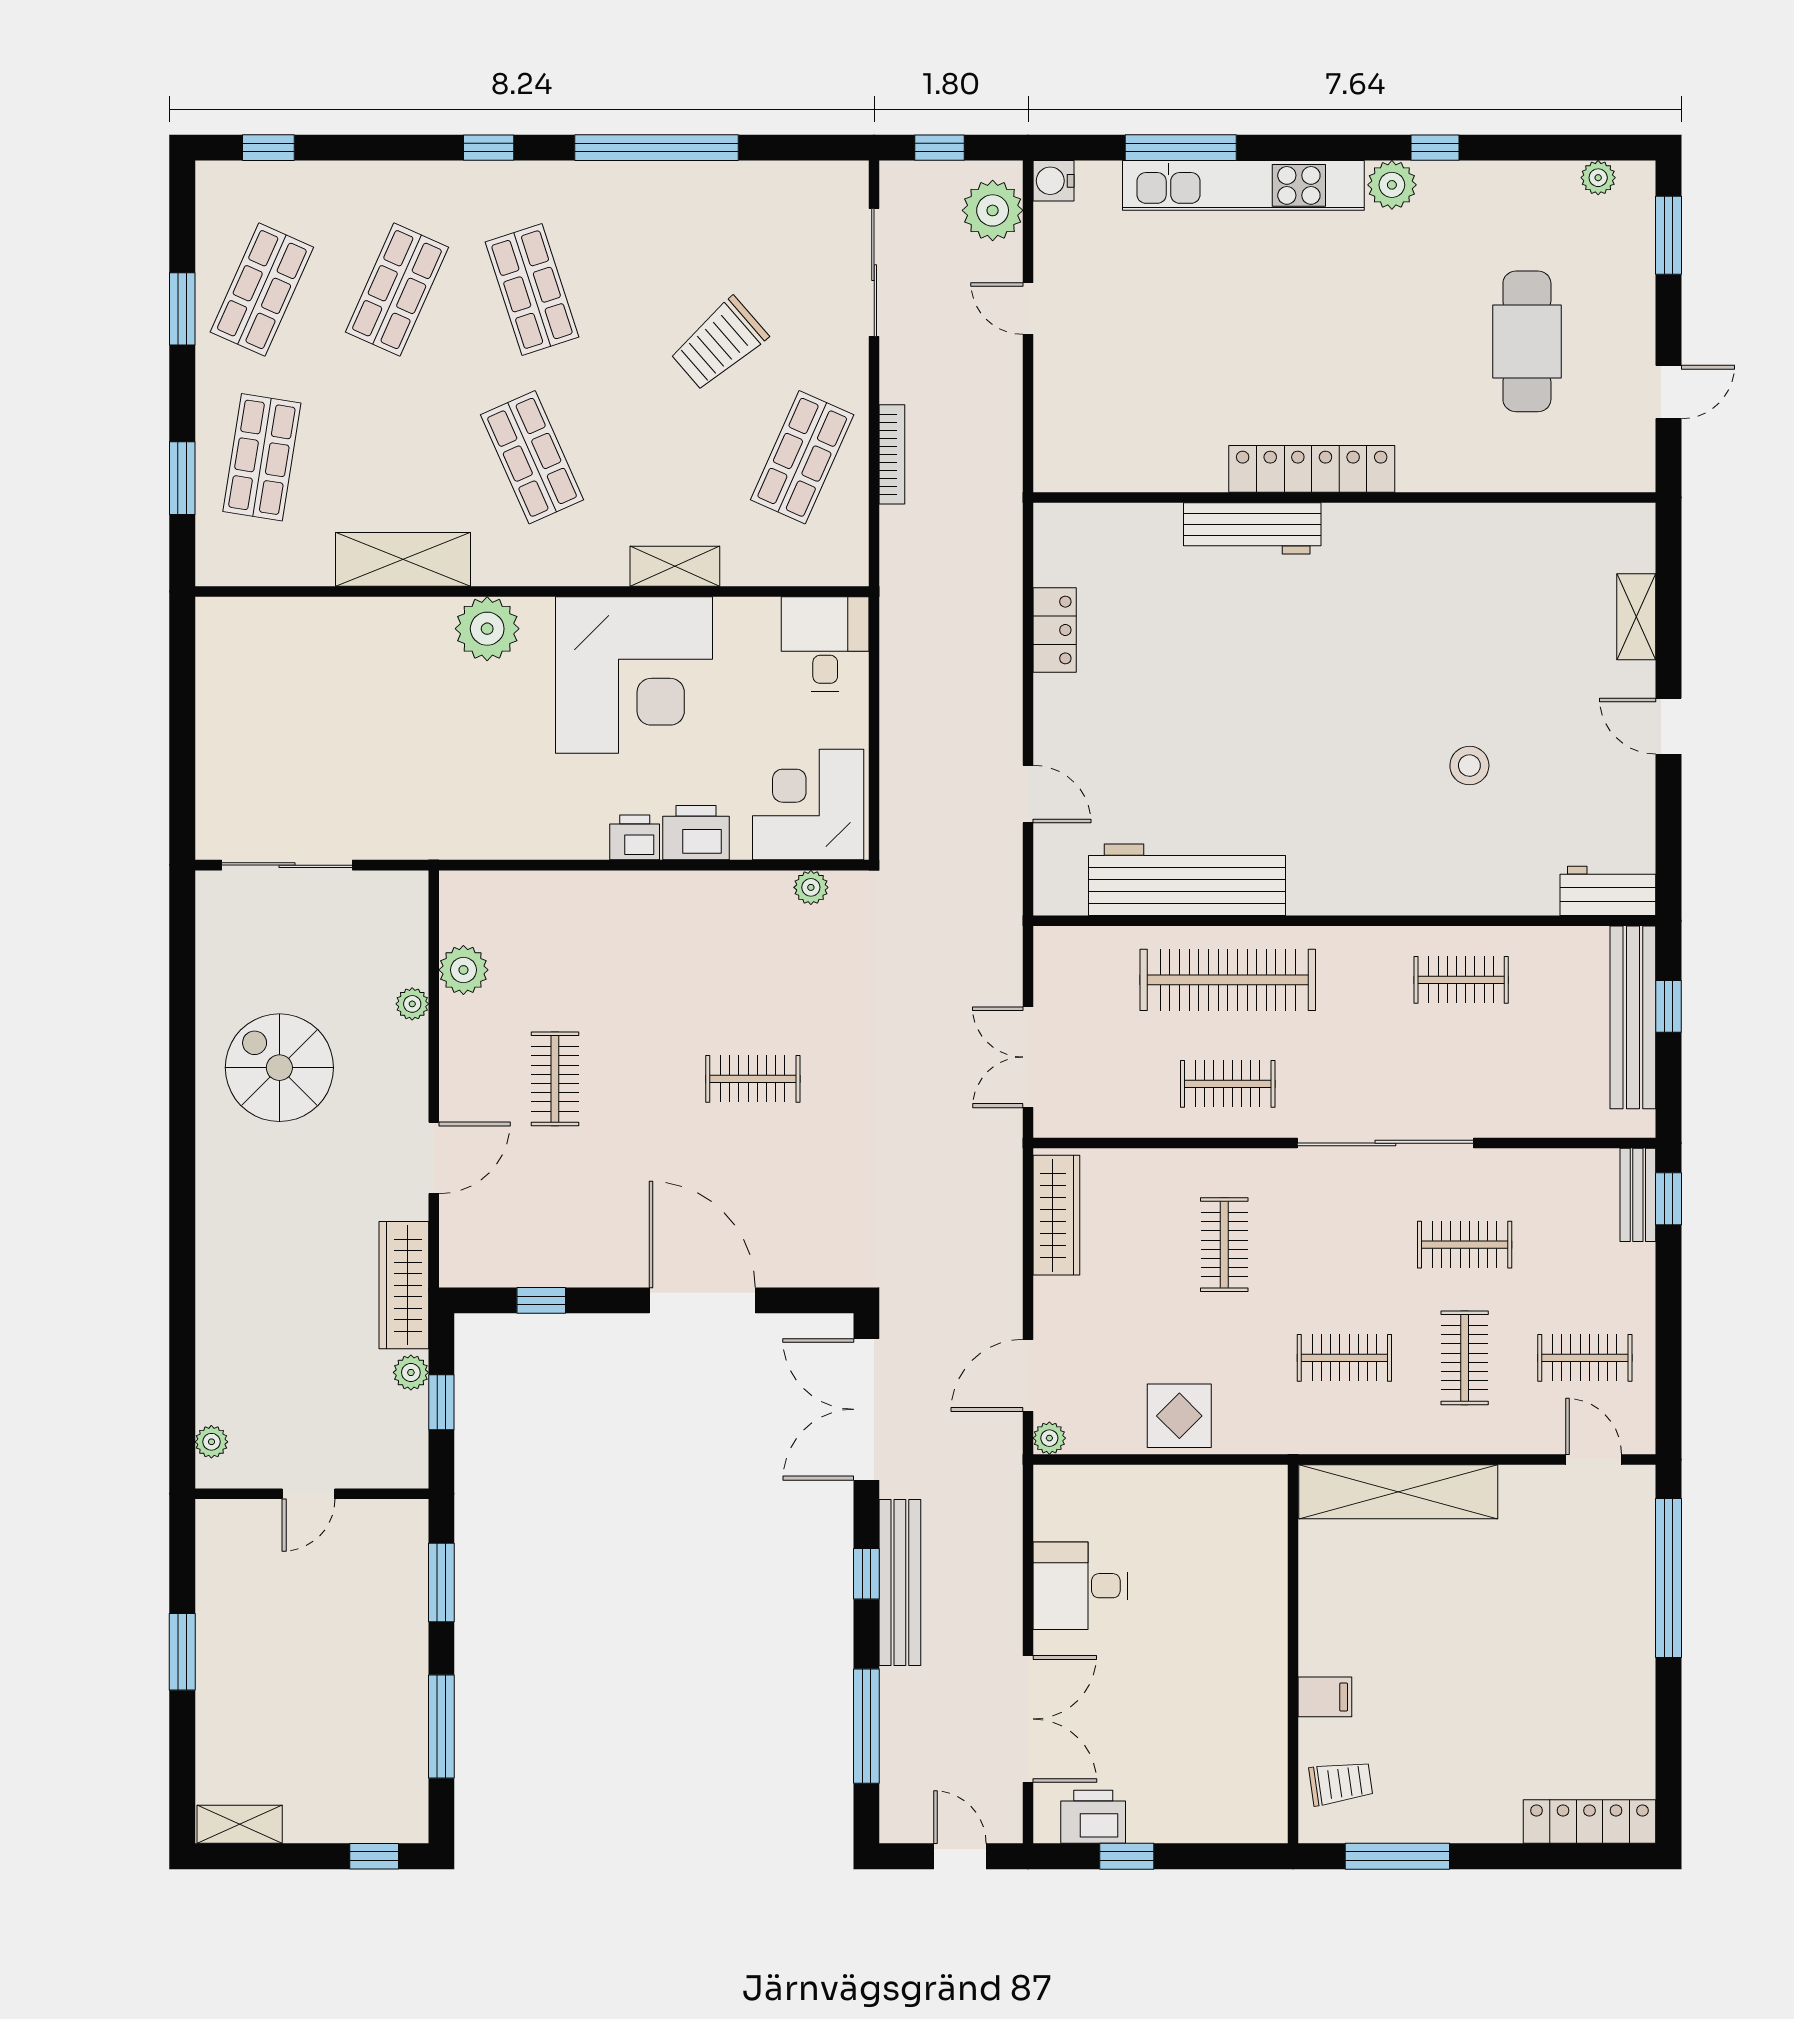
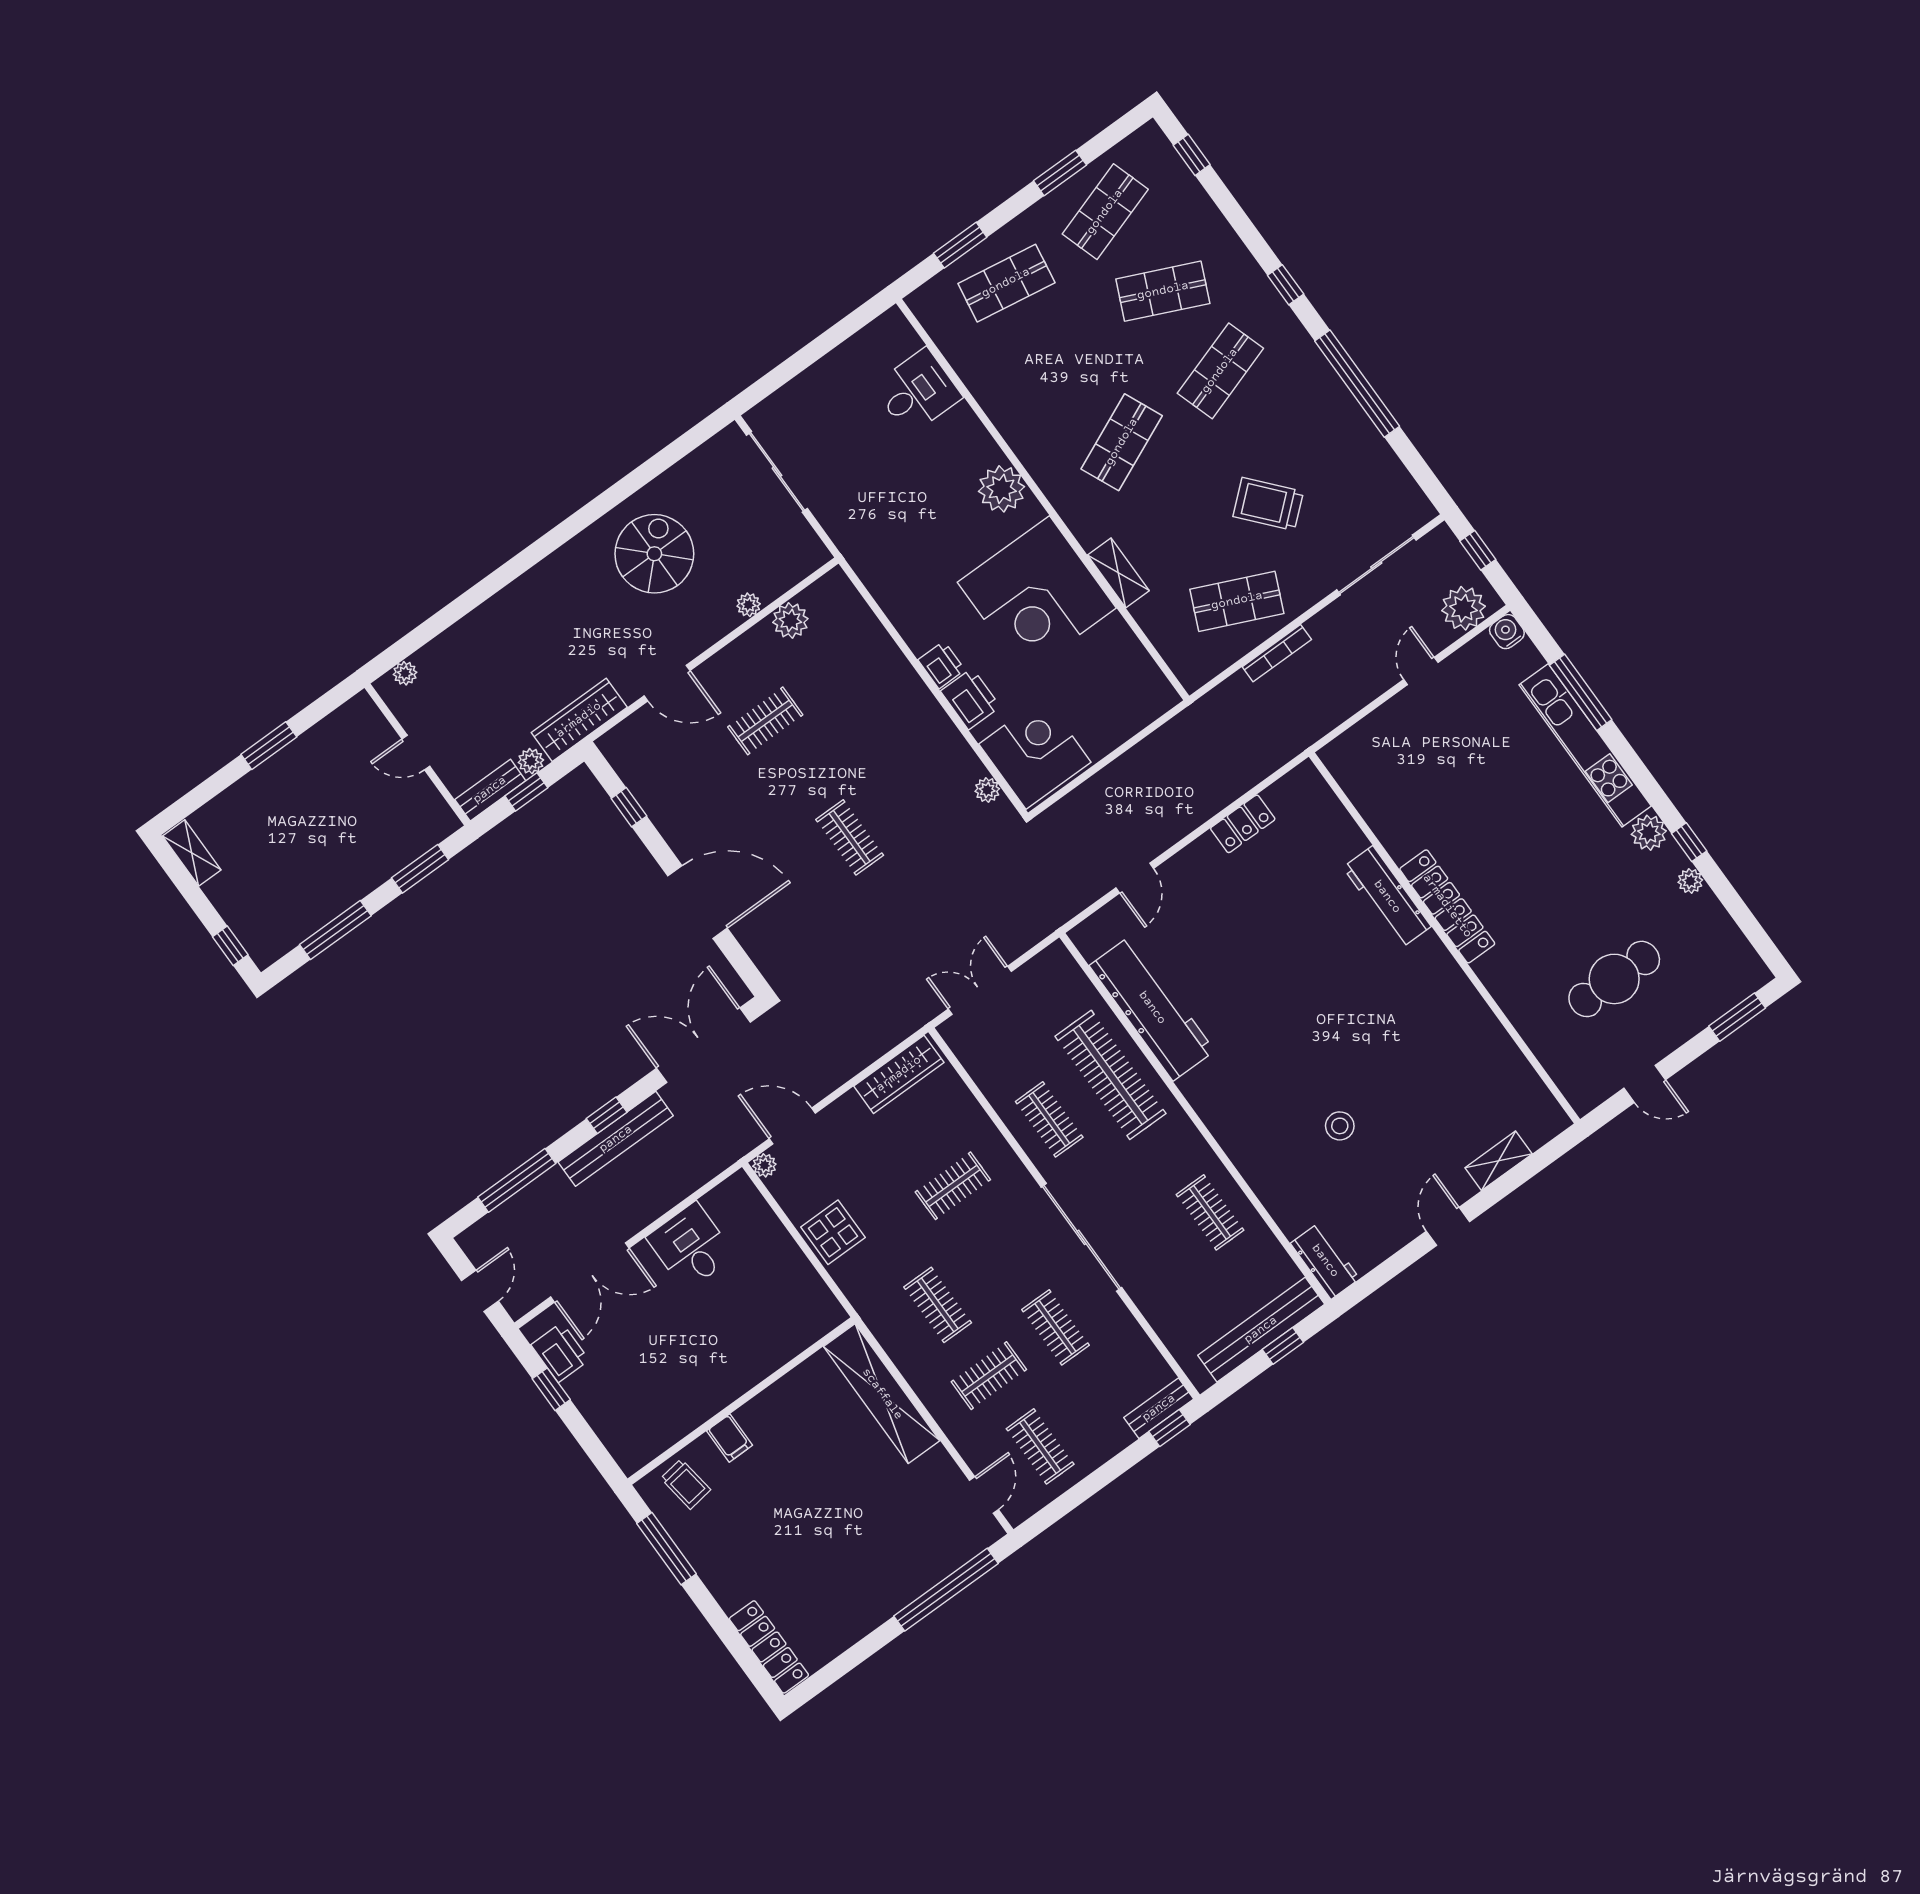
plant: (1598, 178) -> (1690, 881), moved
shop shelf: (262, 290) -> (1105, 212), turned -42
shelving: (403, 559) -> (1007, 410), removed
desk: (825, 644) -> (918, 392), moved
door: (702, 1300) -> (698, 902), hinge flipped
bench: (410, 1441) -> (490, 790), added

